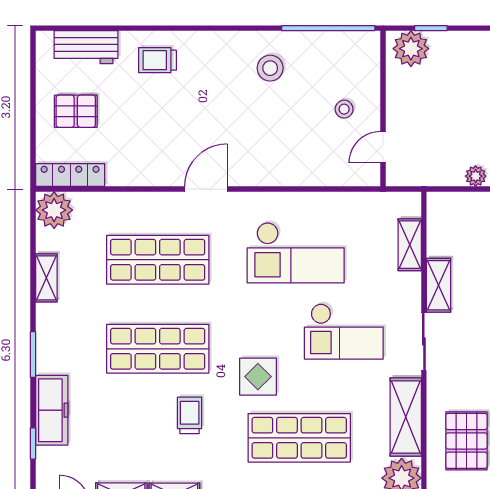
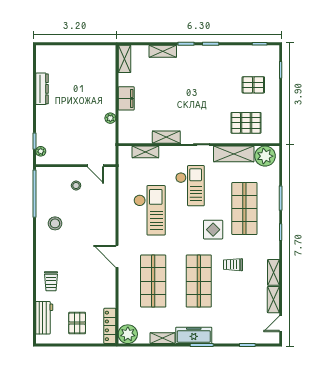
plant: (411, 49) -> (41, 151), width x0.53, depth x0.53
freezer: (52, 410) -> (194, 335), moved

